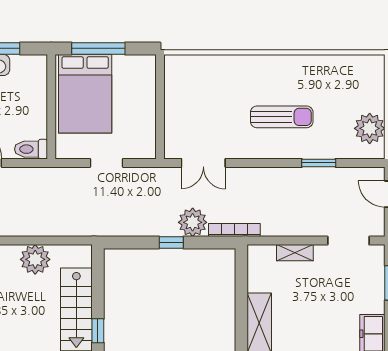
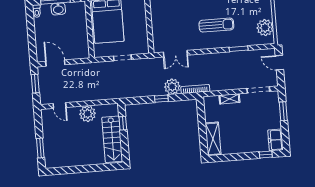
toilet: (31, 149) -> (80, 53), removed
window: (98, 331) -> (123, 123), moved

